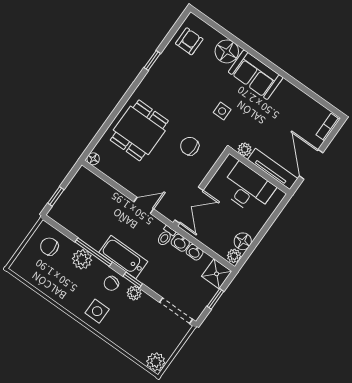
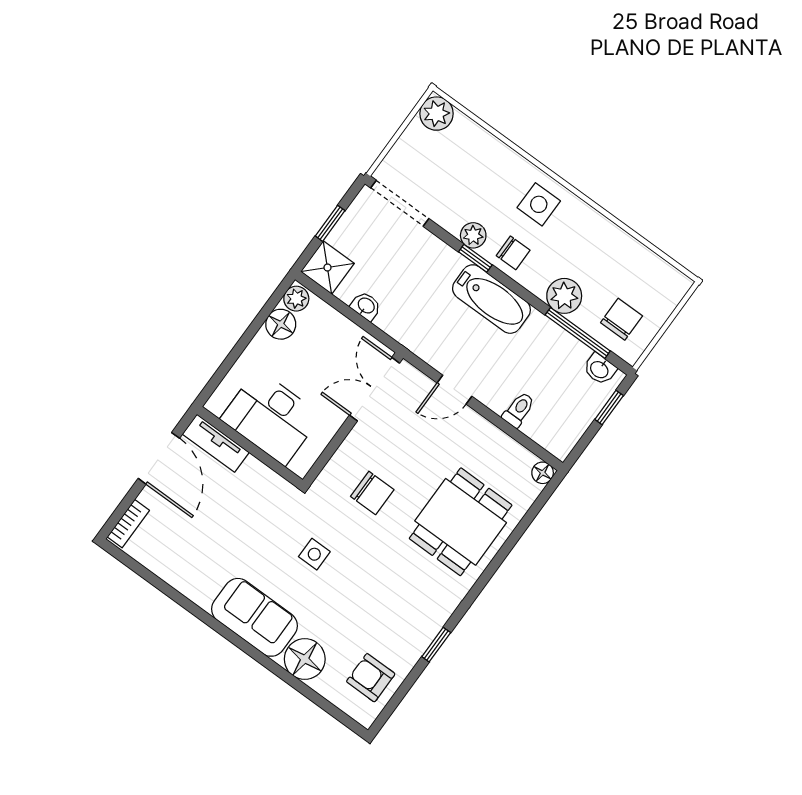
armchair: (189, 41) -> (371, 678), turned 90
plant: (245, 149) -> (275, 486), removed
tv unit: (273, 169) -> (216, 443), width x0.71
toilet: (166, 236) -> (519, 410), moved
washbasin: (180, 243) -> (600, 369), moved, turned 180
chair: (49, 246) -> (622, 319), turned -90
window: (94, 252) -> (578, 333), moved
chair: (111, 283) -> (513, 253), turned 77

